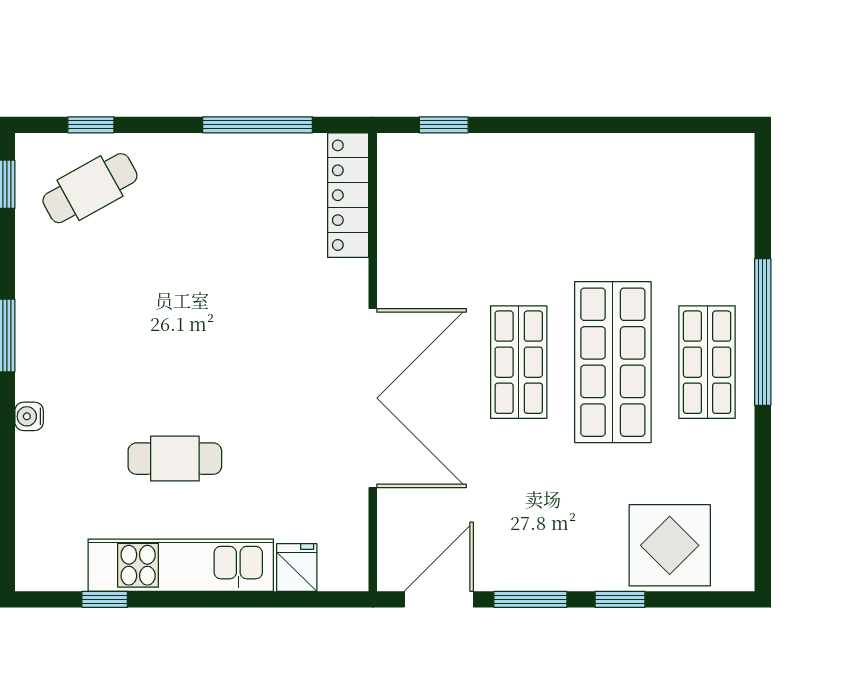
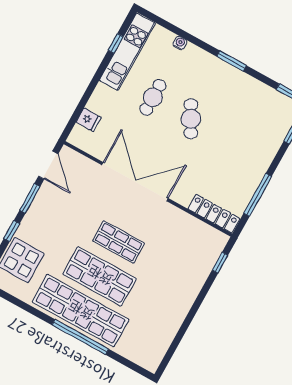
cafe table: (90, 188) -> (191, 119), moved
shop shelf: (707, 362) -> (81, 311), width x2.00, depth x1.36
double door: (373, 398) -> (135, 182), swing flipped
water cooler: (29, 416) -> (180, 43), moved
kitchen unit: (181, 565) -> (127, 52), moved

